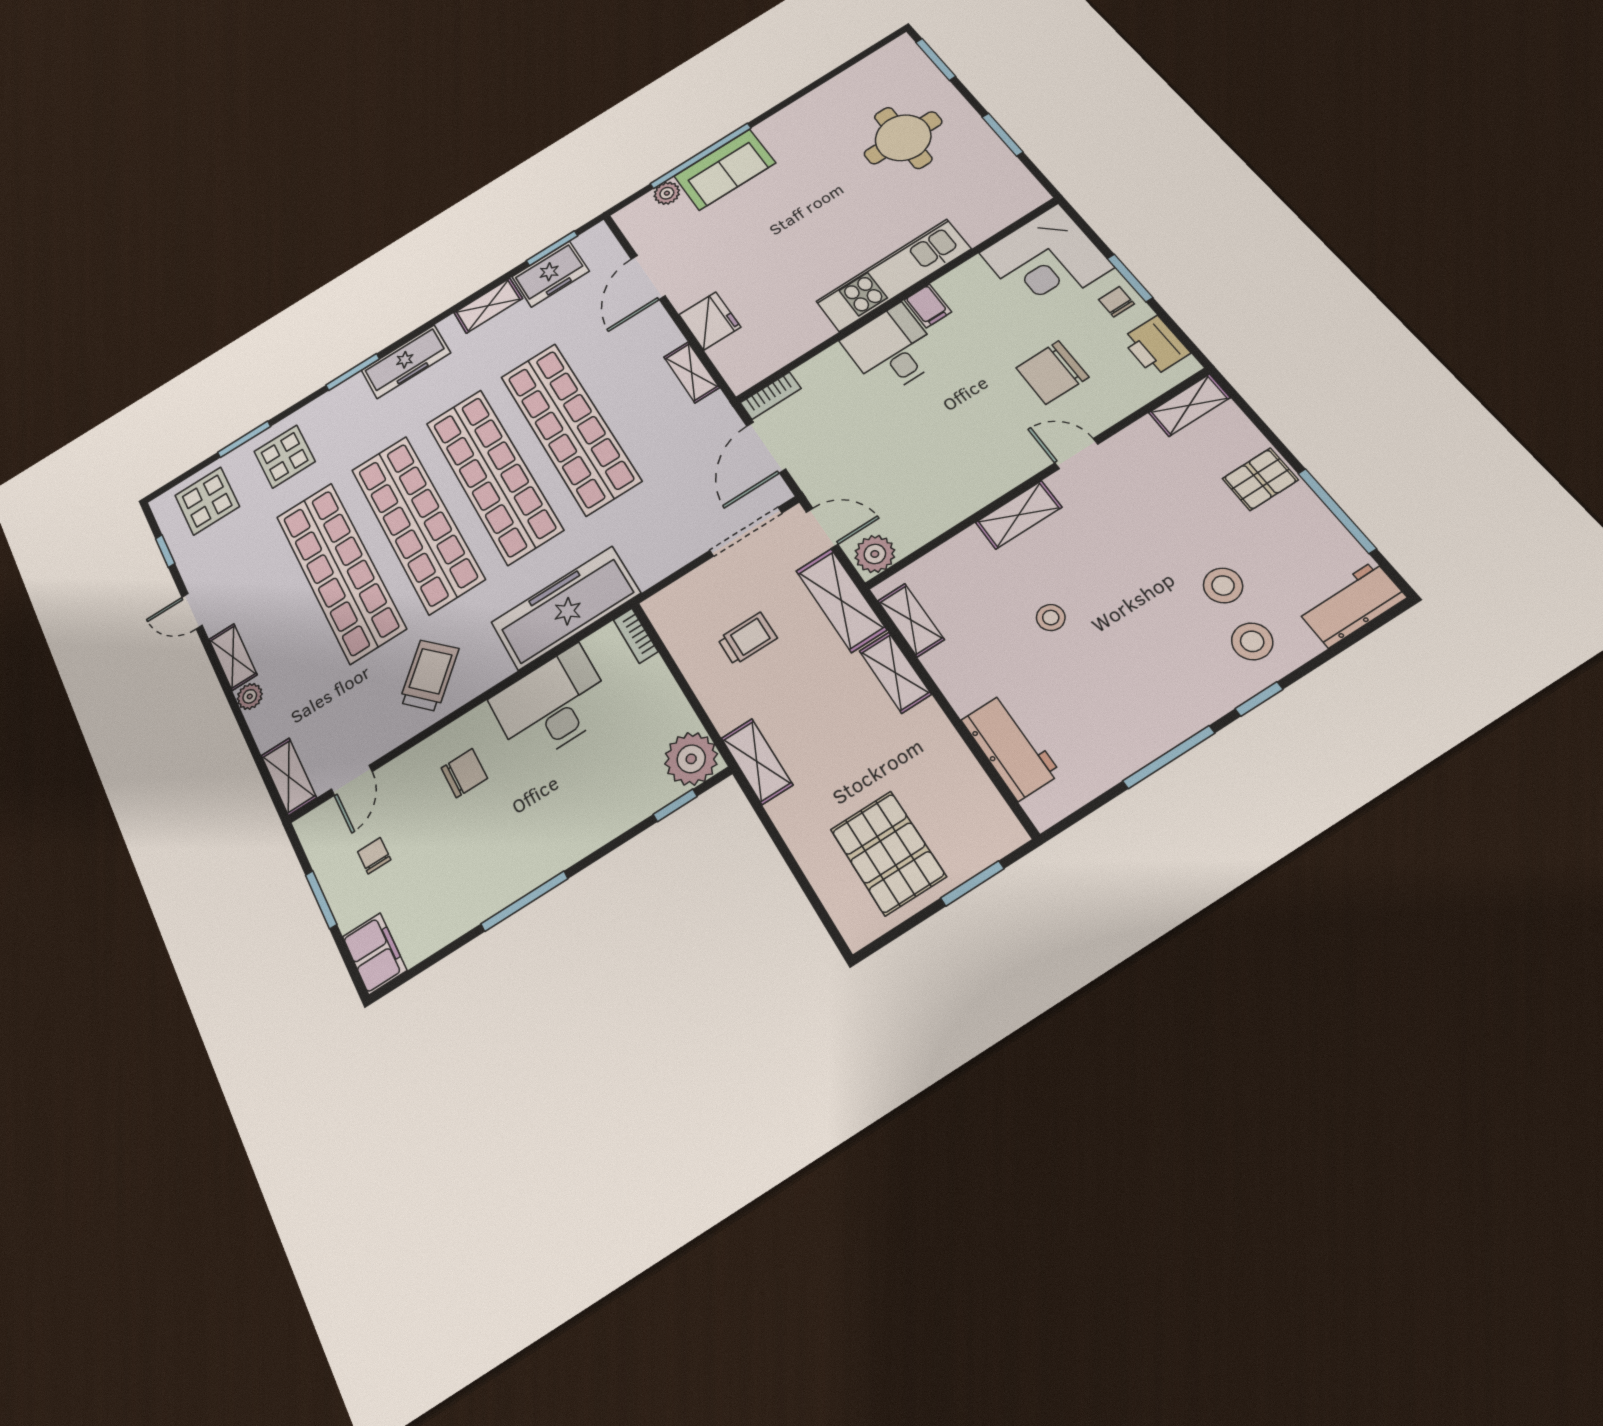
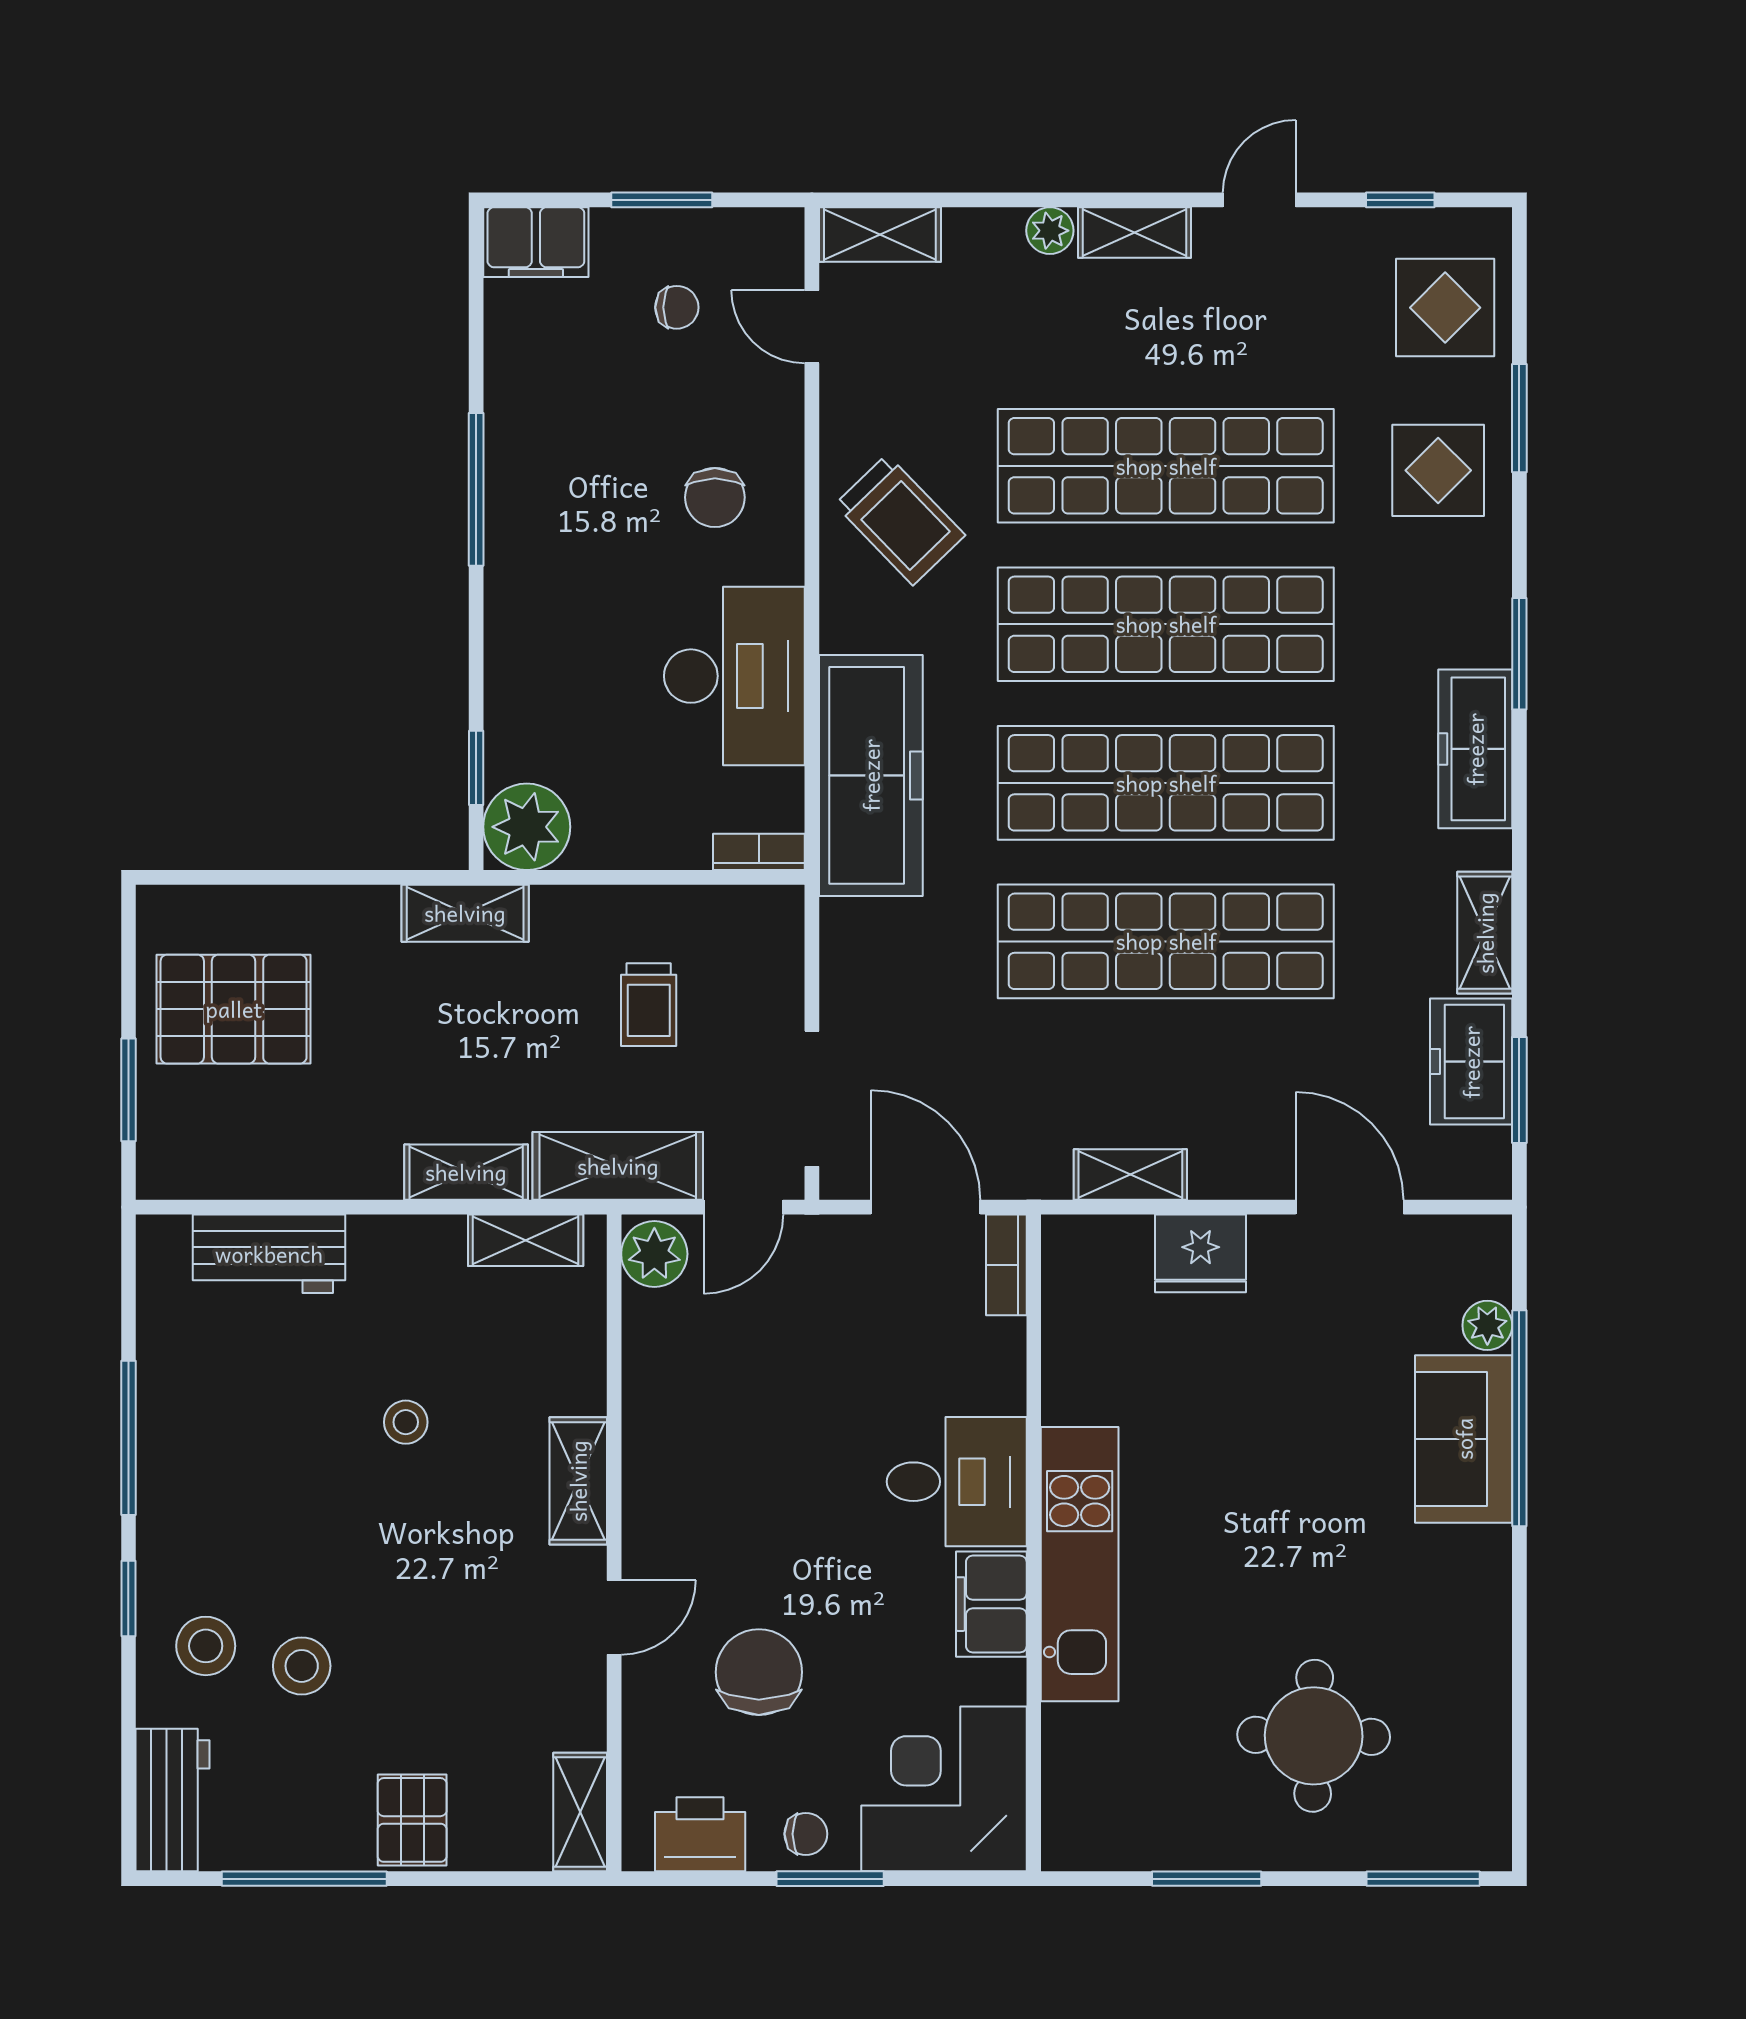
filing cabinet: (928, 306) -> (991, 1604), width x2.00

